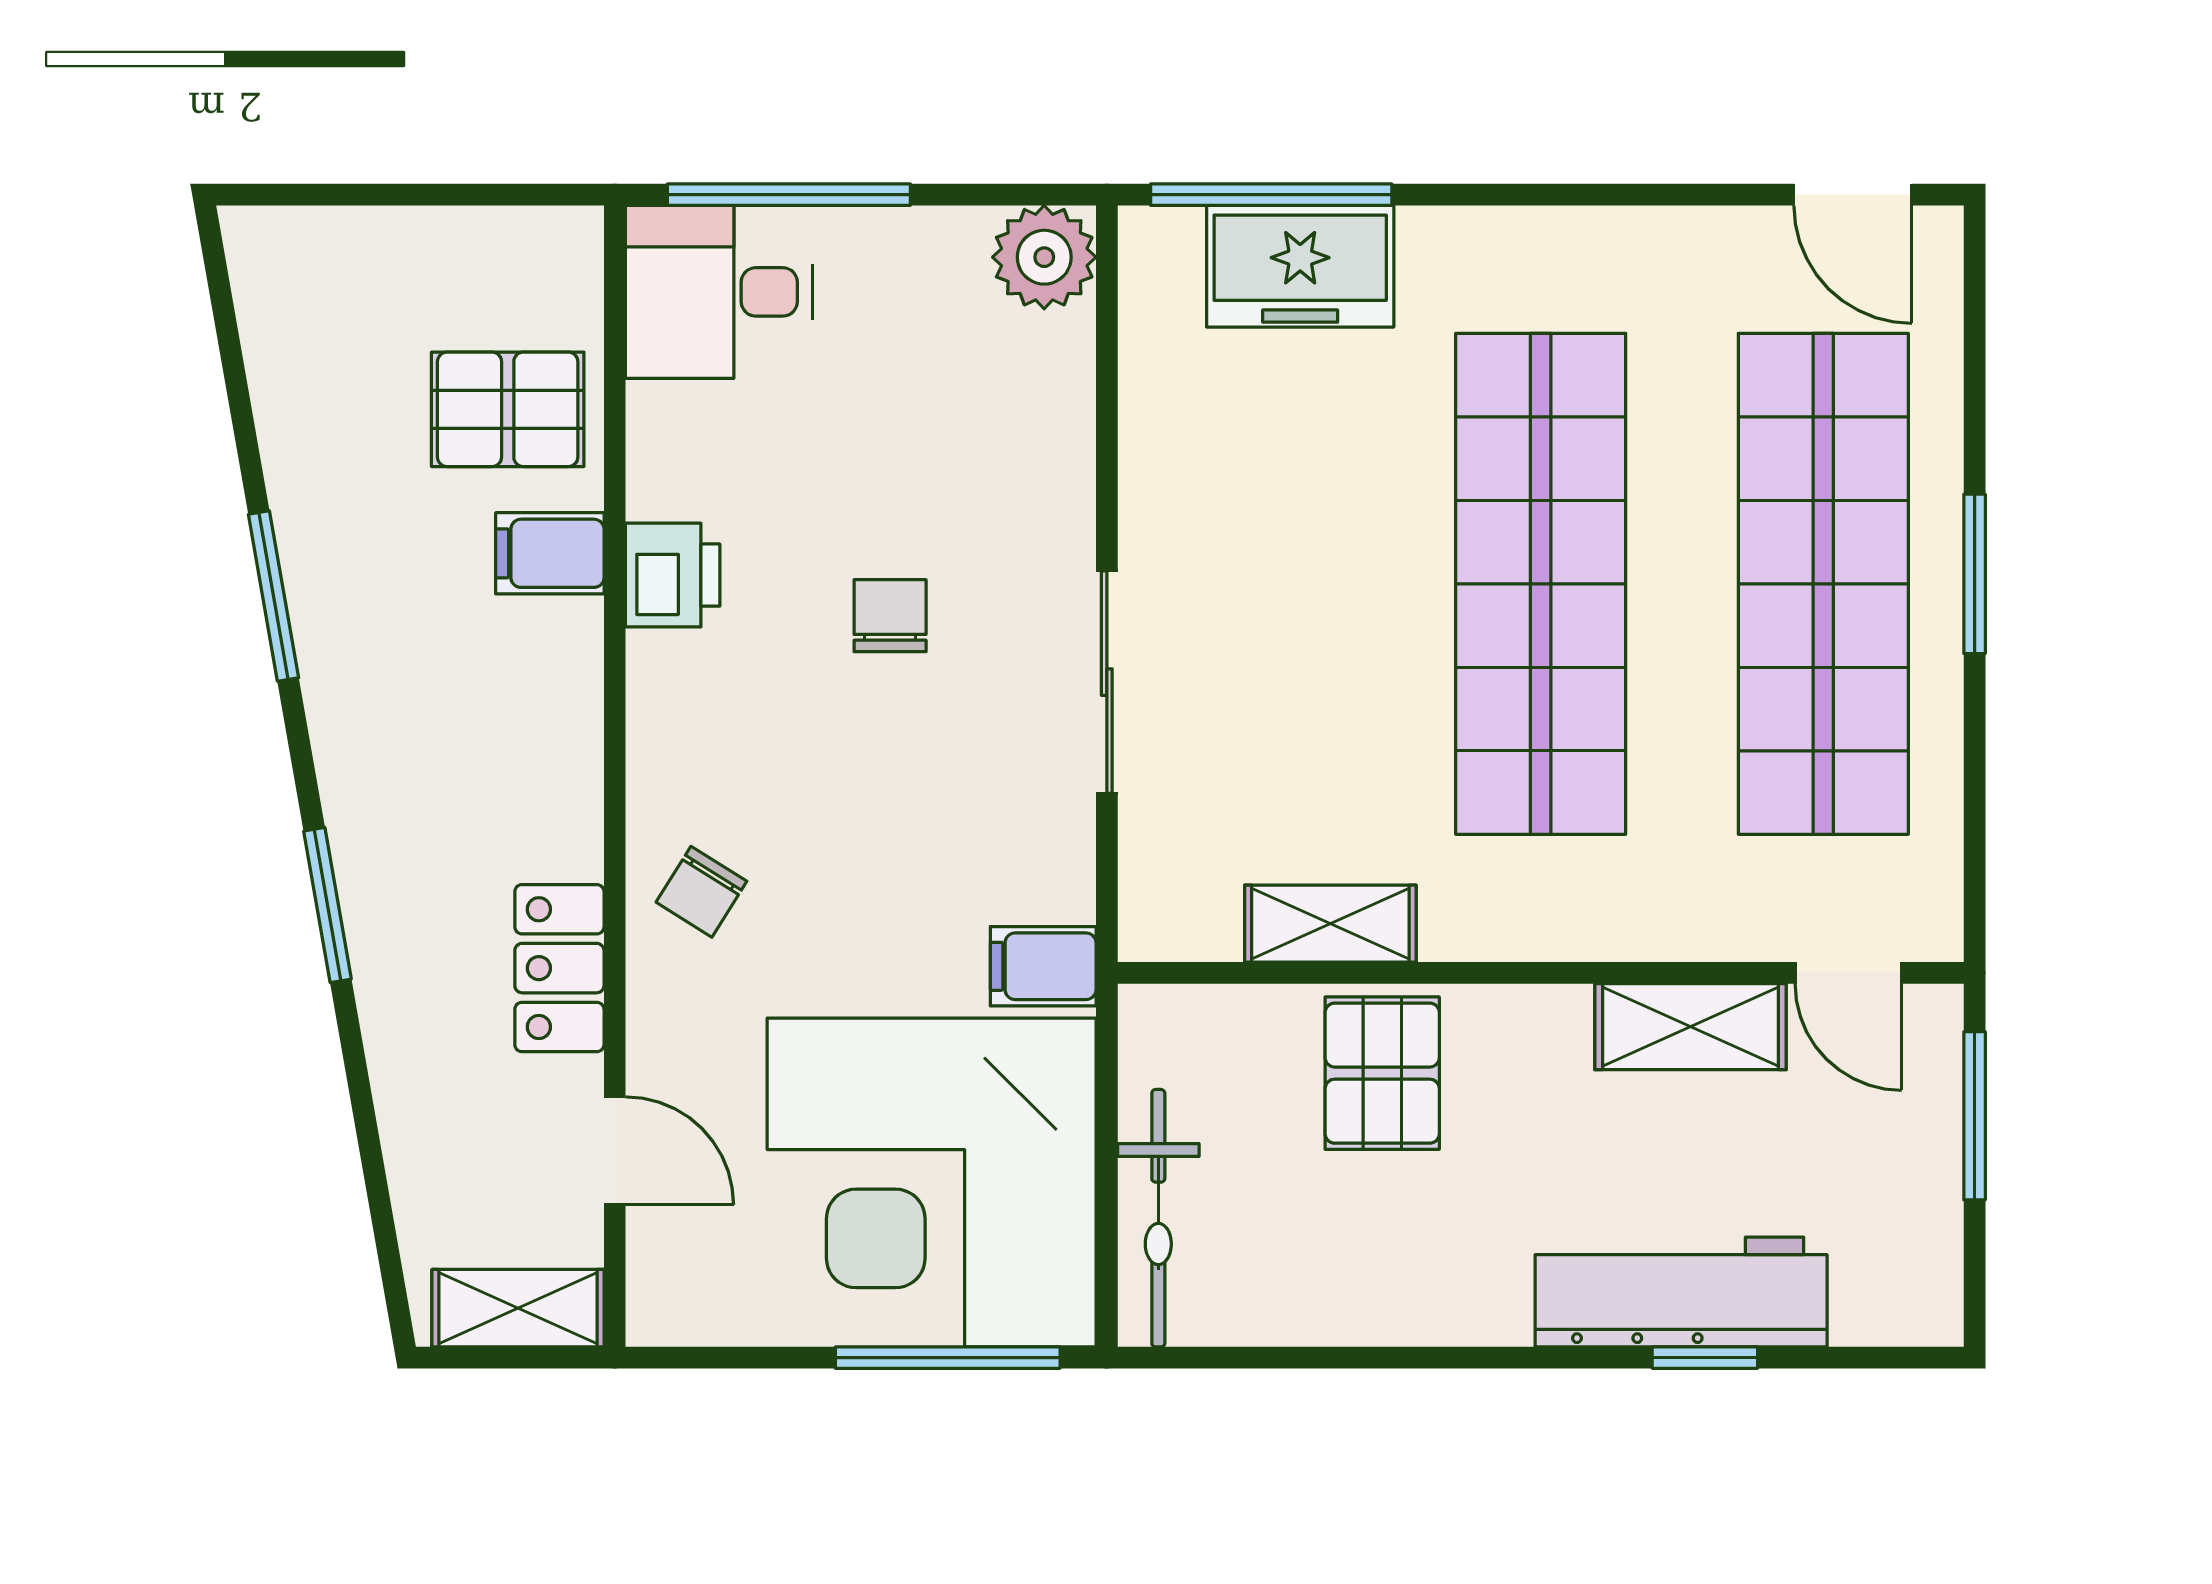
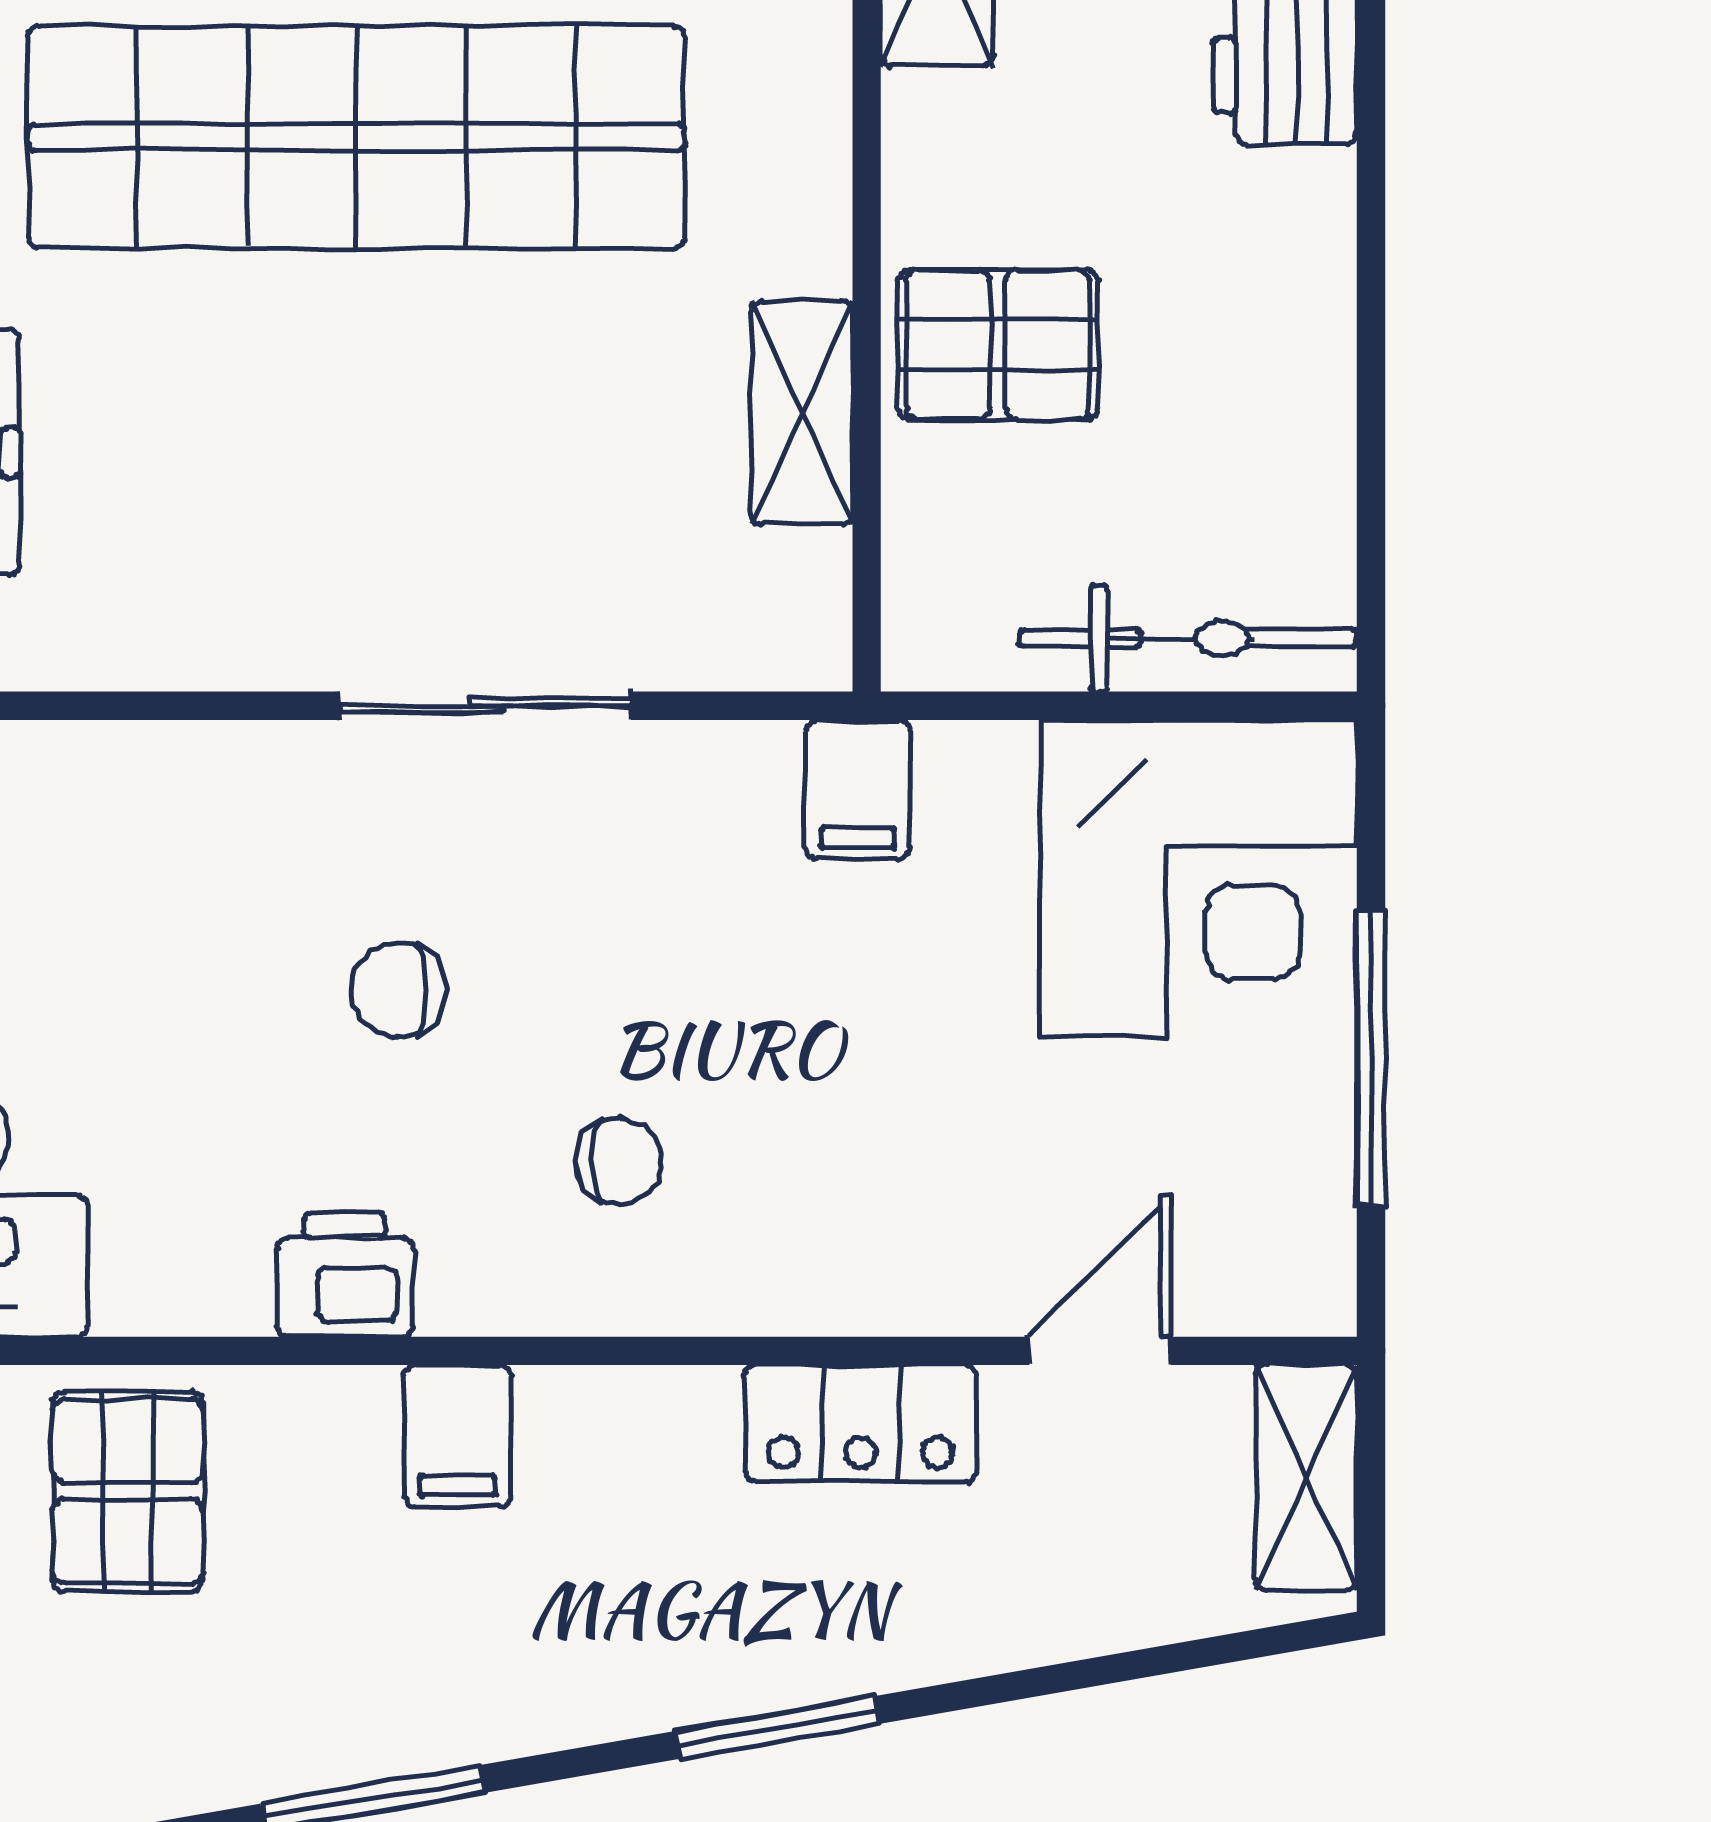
filing cabinet: (550, 553) -> (458, 1436), moved
chair: (701, 892) -> (619, 1161), moved, turned -32
corner desk: (932, 1182) -> (1198, 878), width x0.74, depth x0.74
window: (948, 1358) -> (1371, 1058), moved

